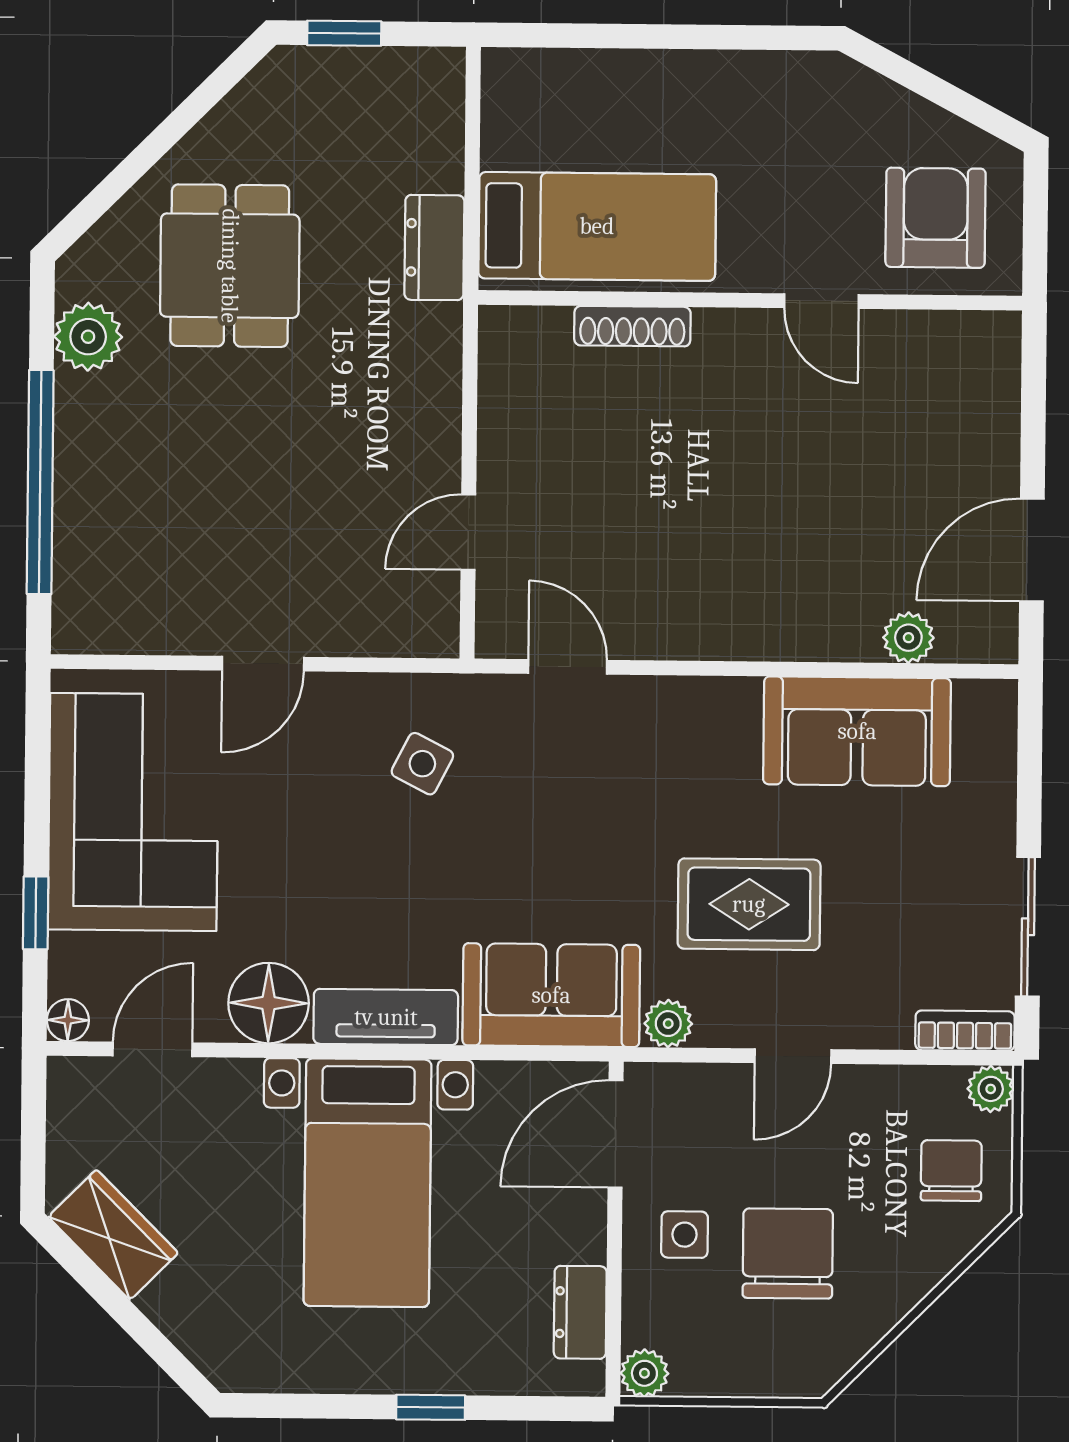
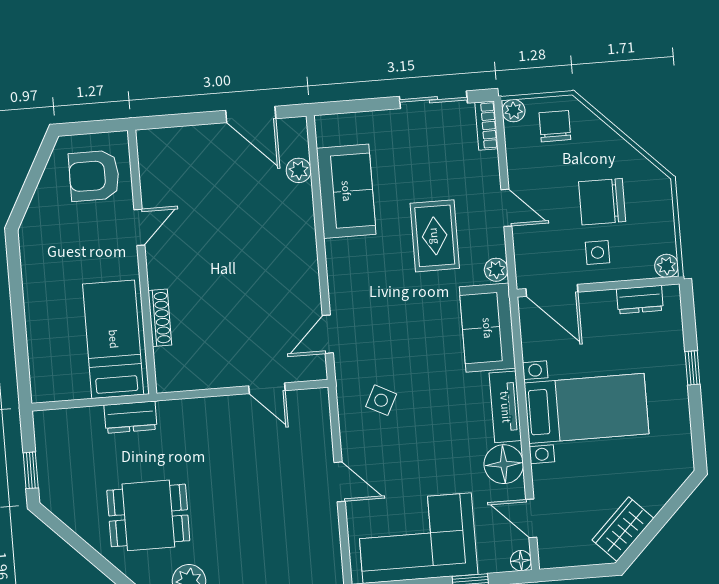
chair: (951, 1171) -> (555, 126), turned 90

